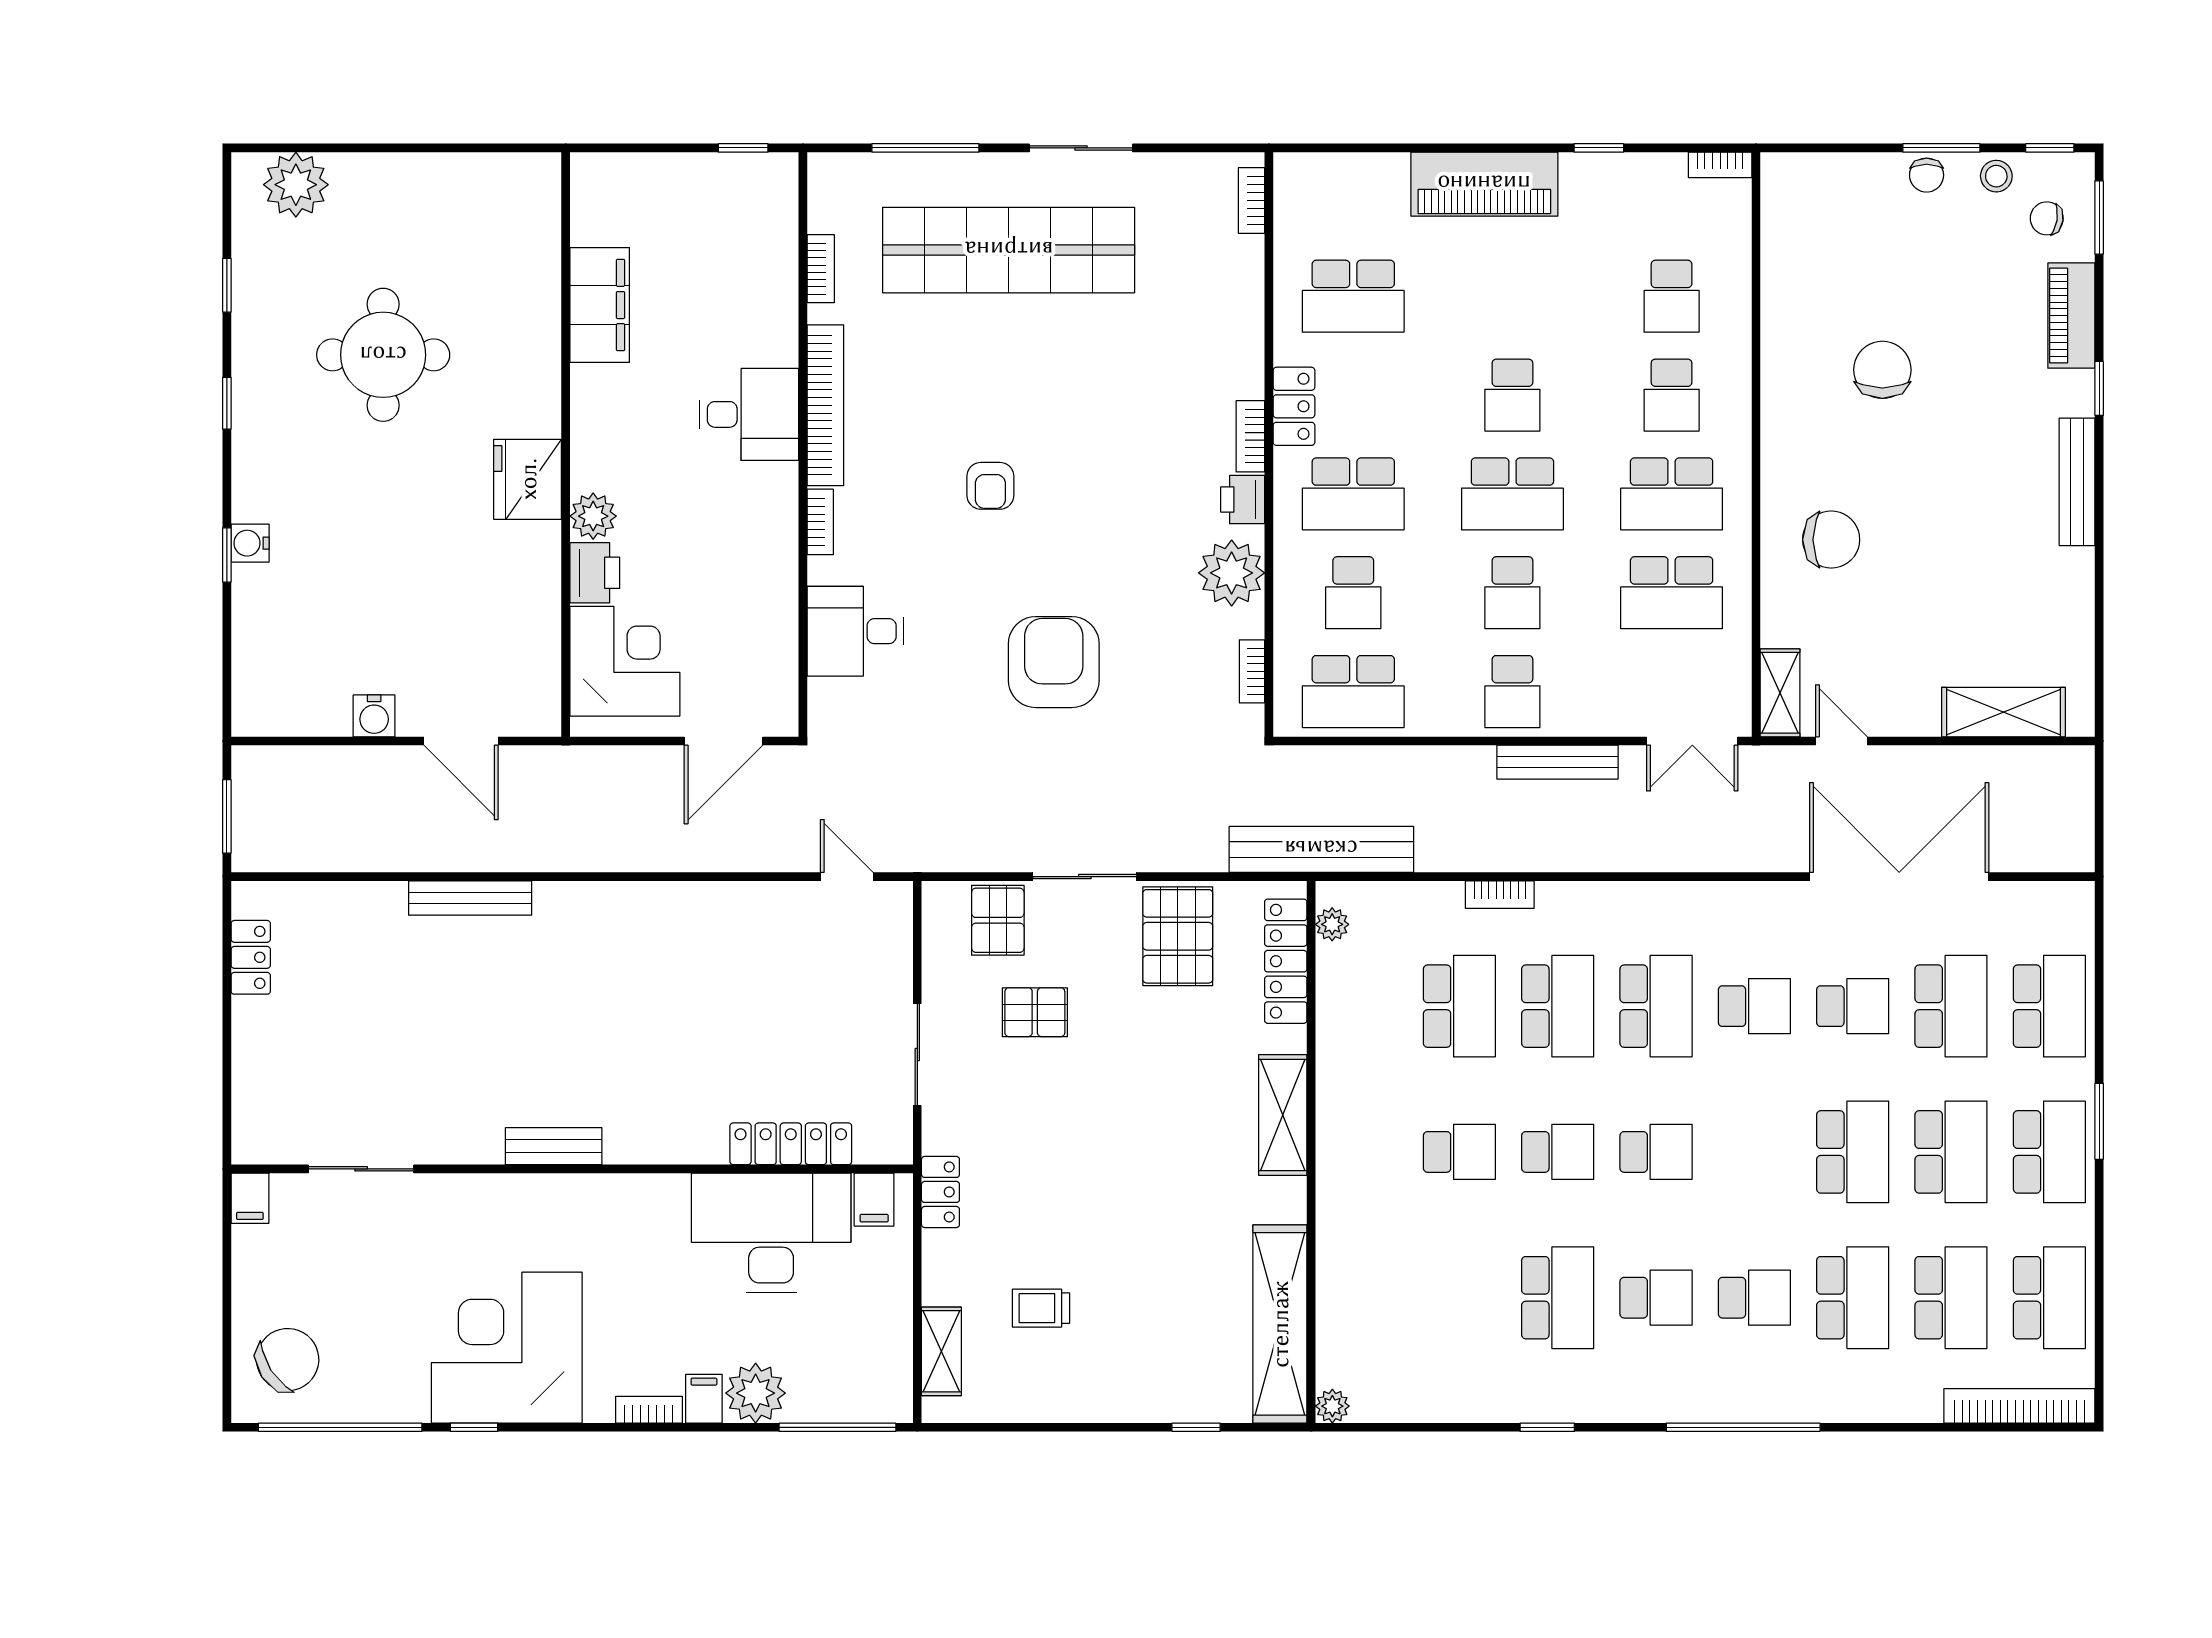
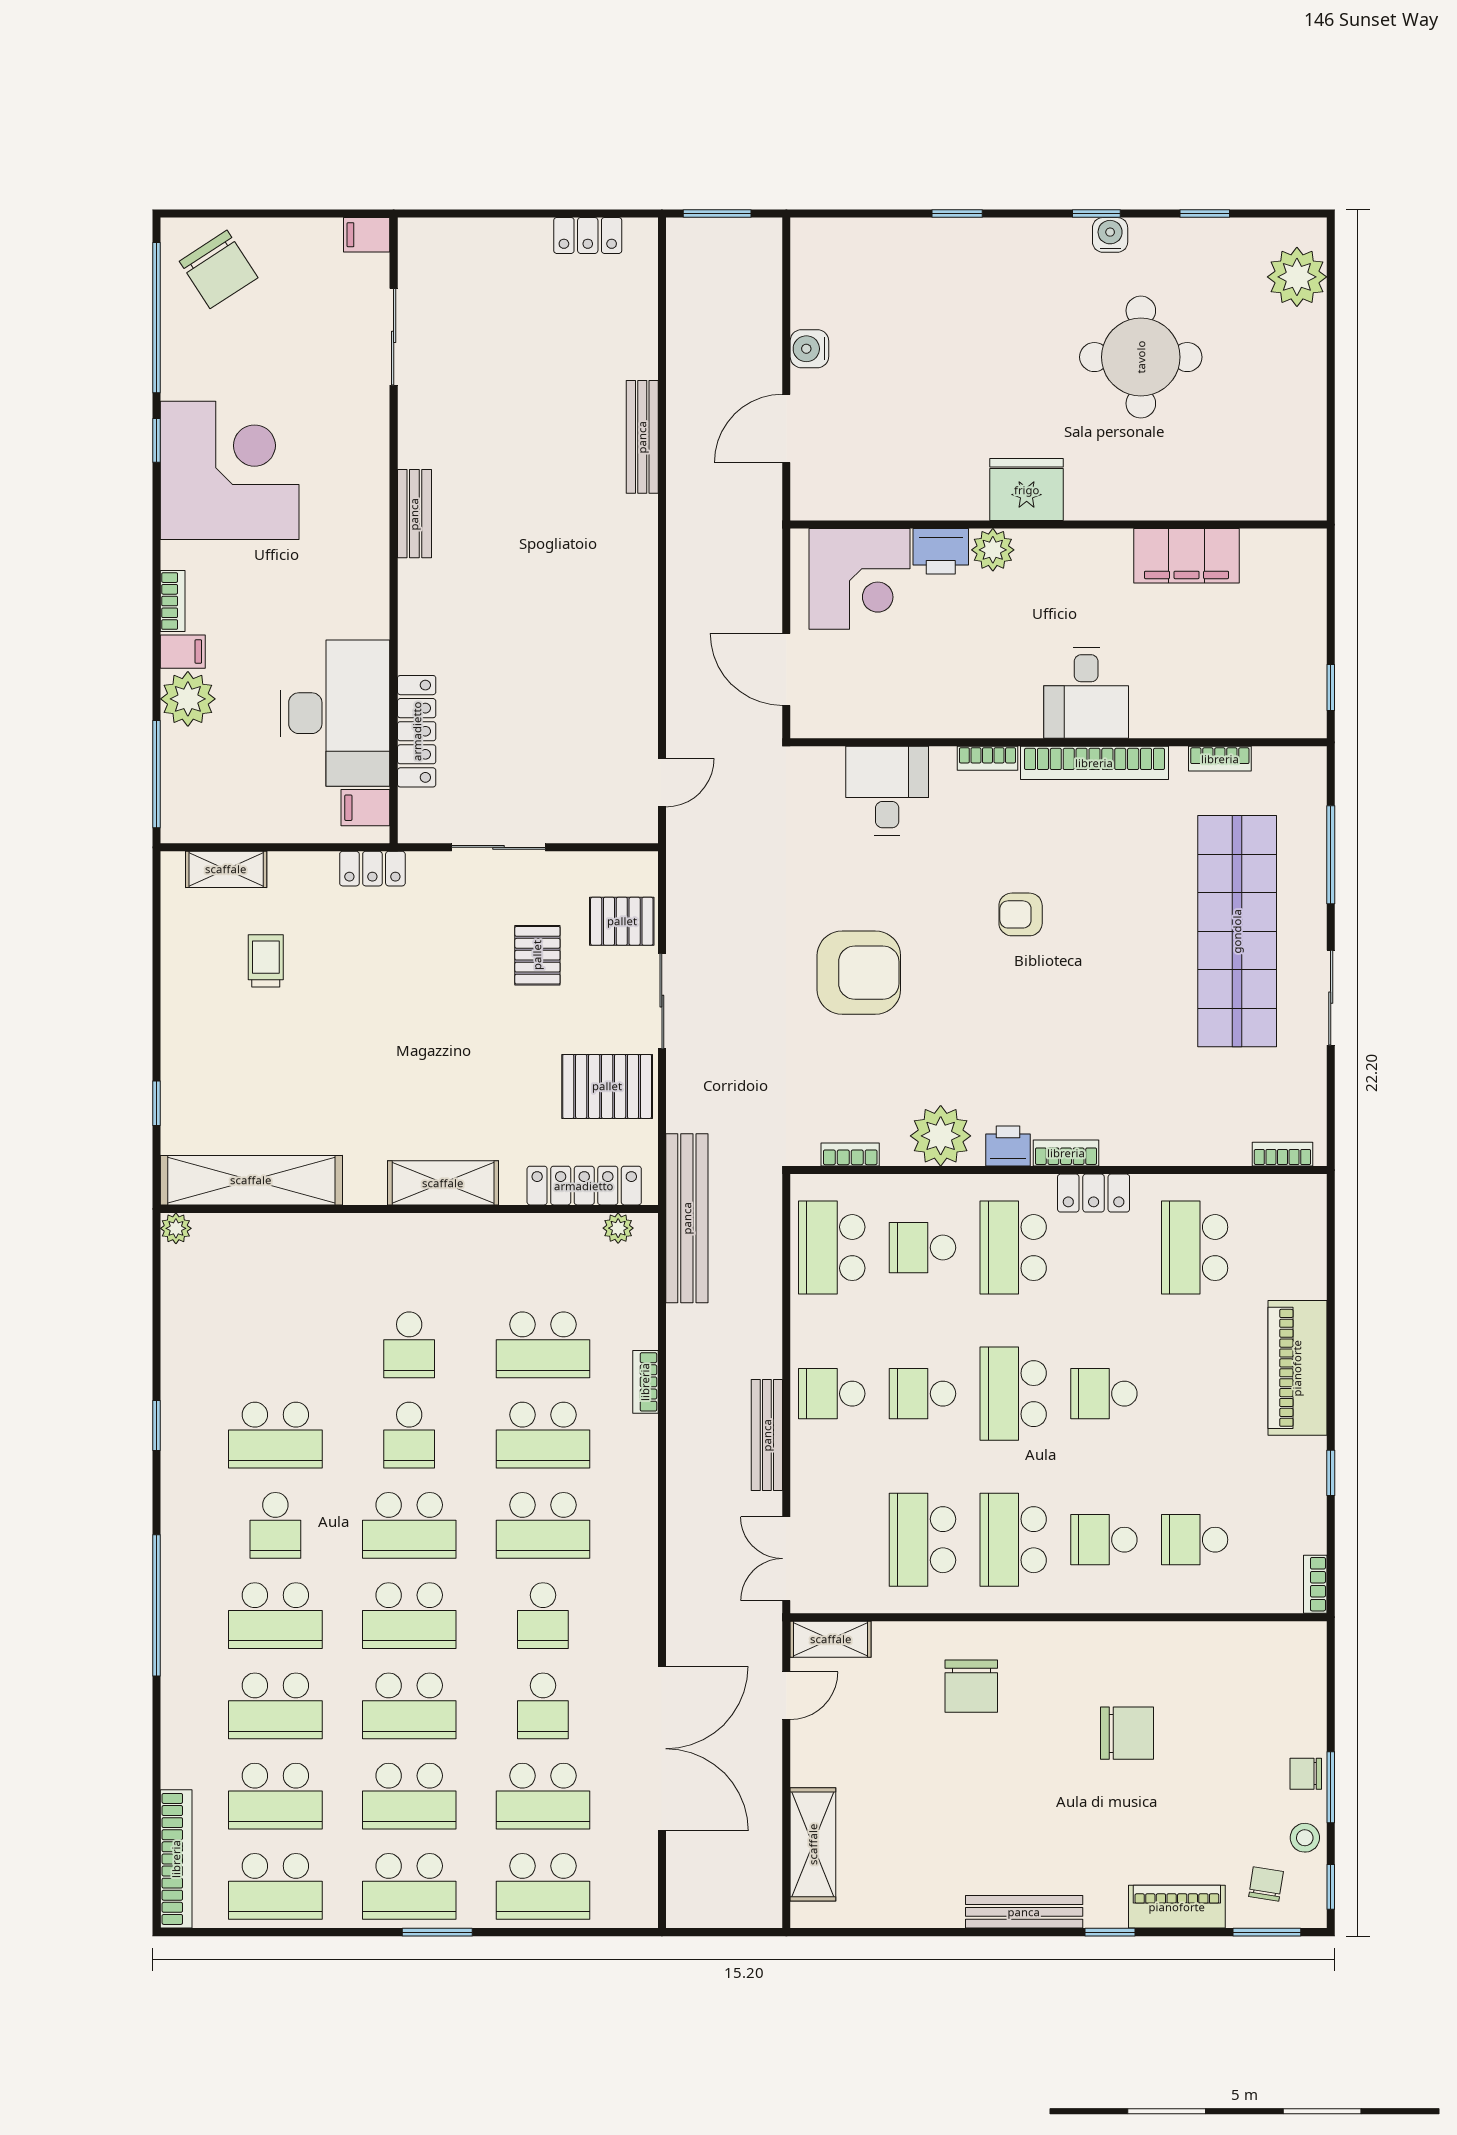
water cooler: (250, 543) -> (1110, 235), moved
school desk: (1656, 1152) -> (409, 1525), width x1.85
school desk: (1754, 1152) -> (409, 1616), added
school desk: (1754, 1298) -> (275, 1616), width x1.85

